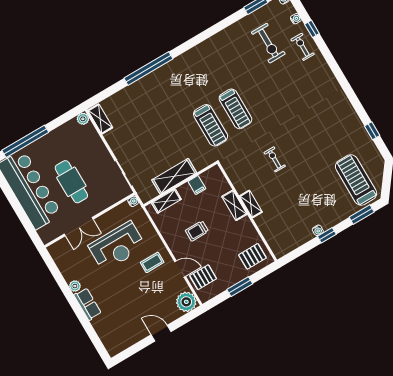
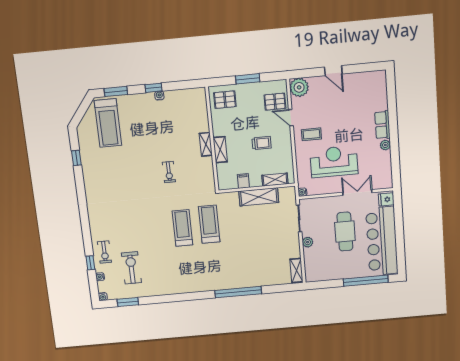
plant: (83, 119) -> (308, 242), moved
fridge: (47, 233) -> (386, 199), added

